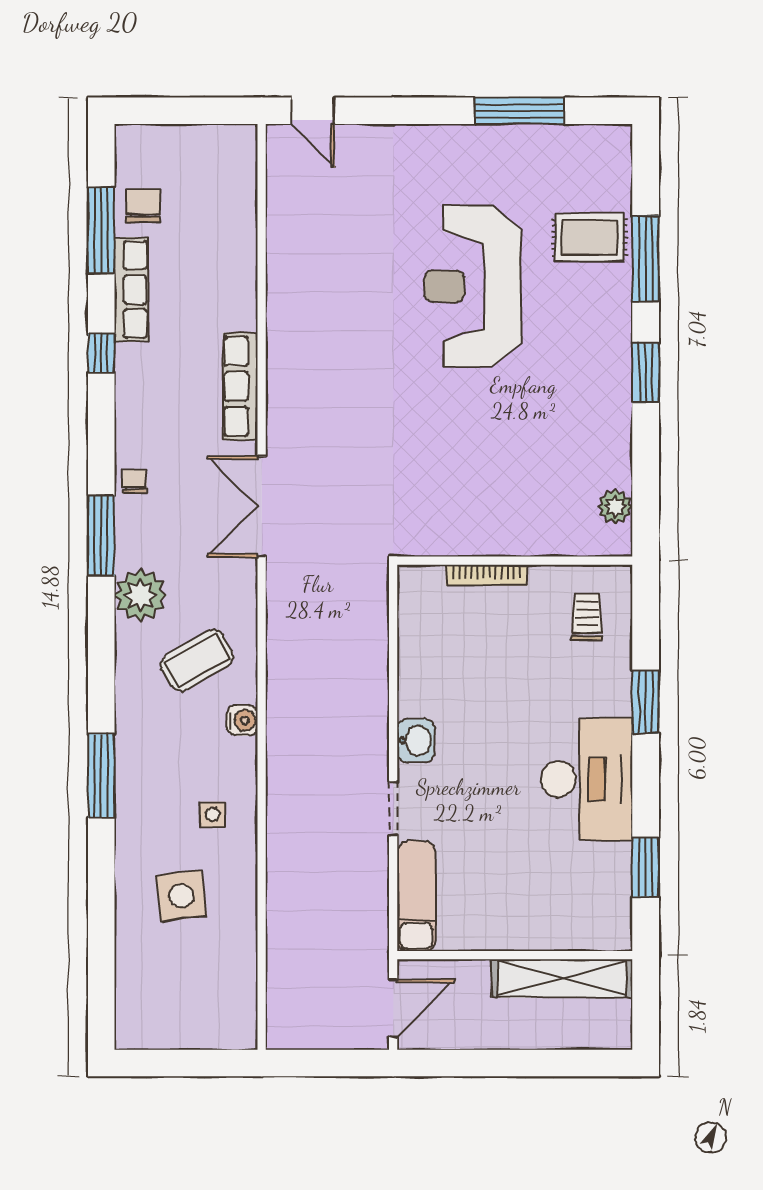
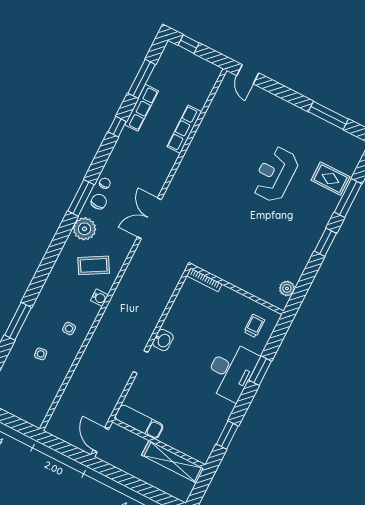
window: (161, 111) -> (189, 44), added
chair: (143, 206) -> (99, 202), moved
reception desk: (472, 286) -> (275, 174), width x0.74, depth x0.77
row of seats: (240, 386) -> (184, 129), moved
bookcase: (487, 575) -> (204, 280), moved
window: (101, 776) -> (18, 321), moved
desk: (587, 779) -> (231, 371), moved
side table: (181, 896) -> (41, 354), width x0.54, depth x0.54
exam couch: (416, 896) -> (139, 422), moved, turned -90
door: (393, 1008) -> (101, 440), swing flipped

